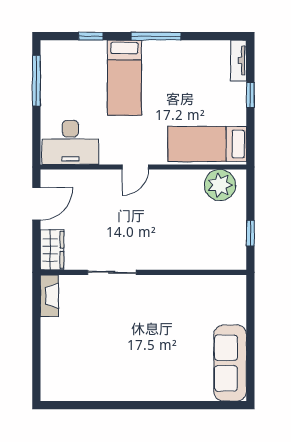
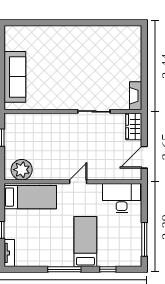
sofa: (230, 363) -> (15, 77), moved

